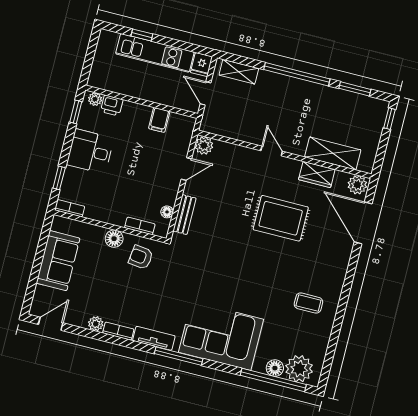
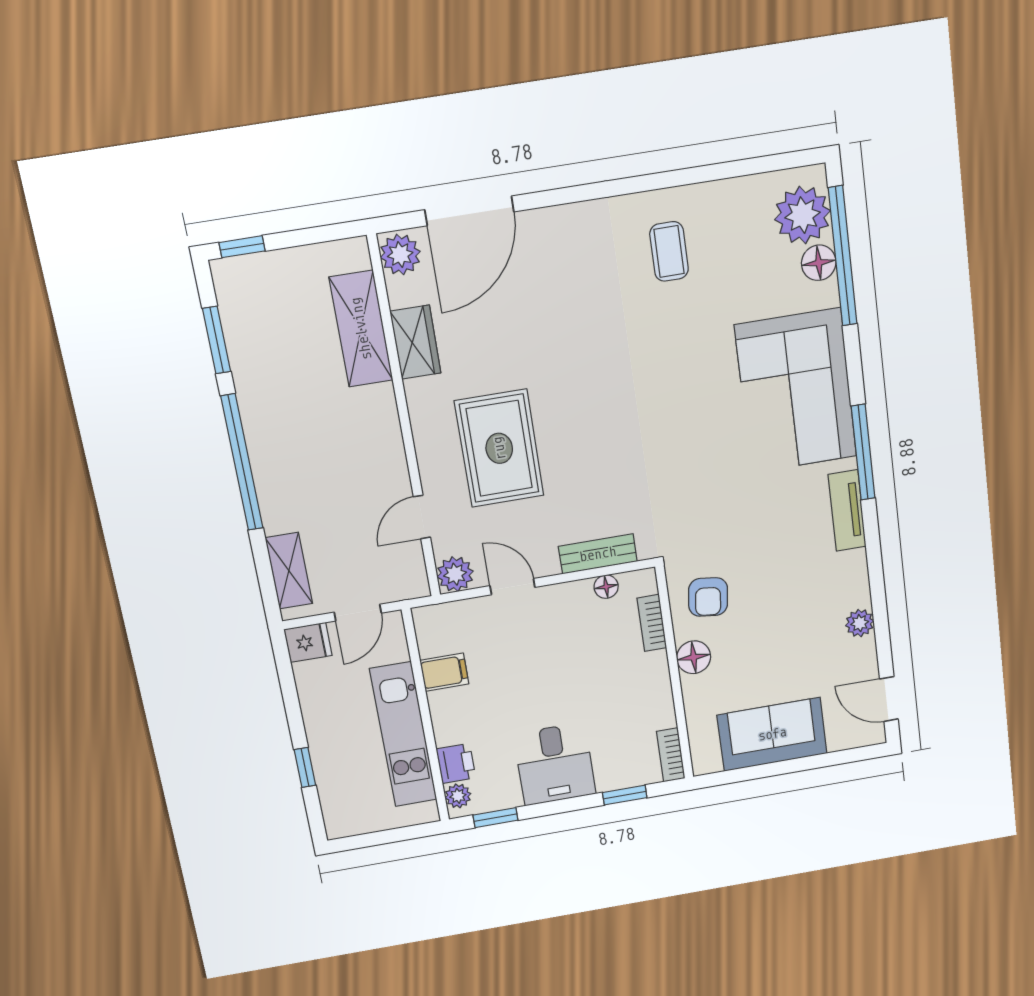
kitchen unit: (155, 53) -> (403, 735), moved, turned 180
door: (272, 151) -> (422, 517), moved
rug: (281, 218) -> (499, 448), moved
bookcase: (118, 331) -> (858, 579), removed

